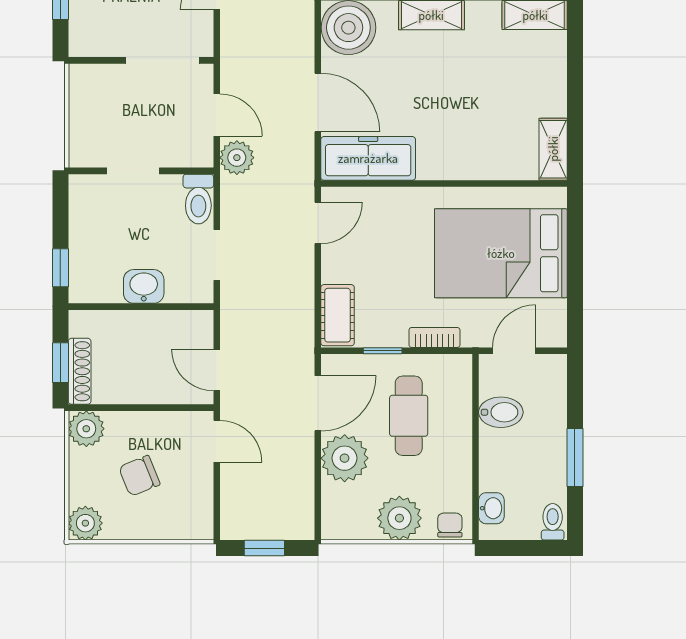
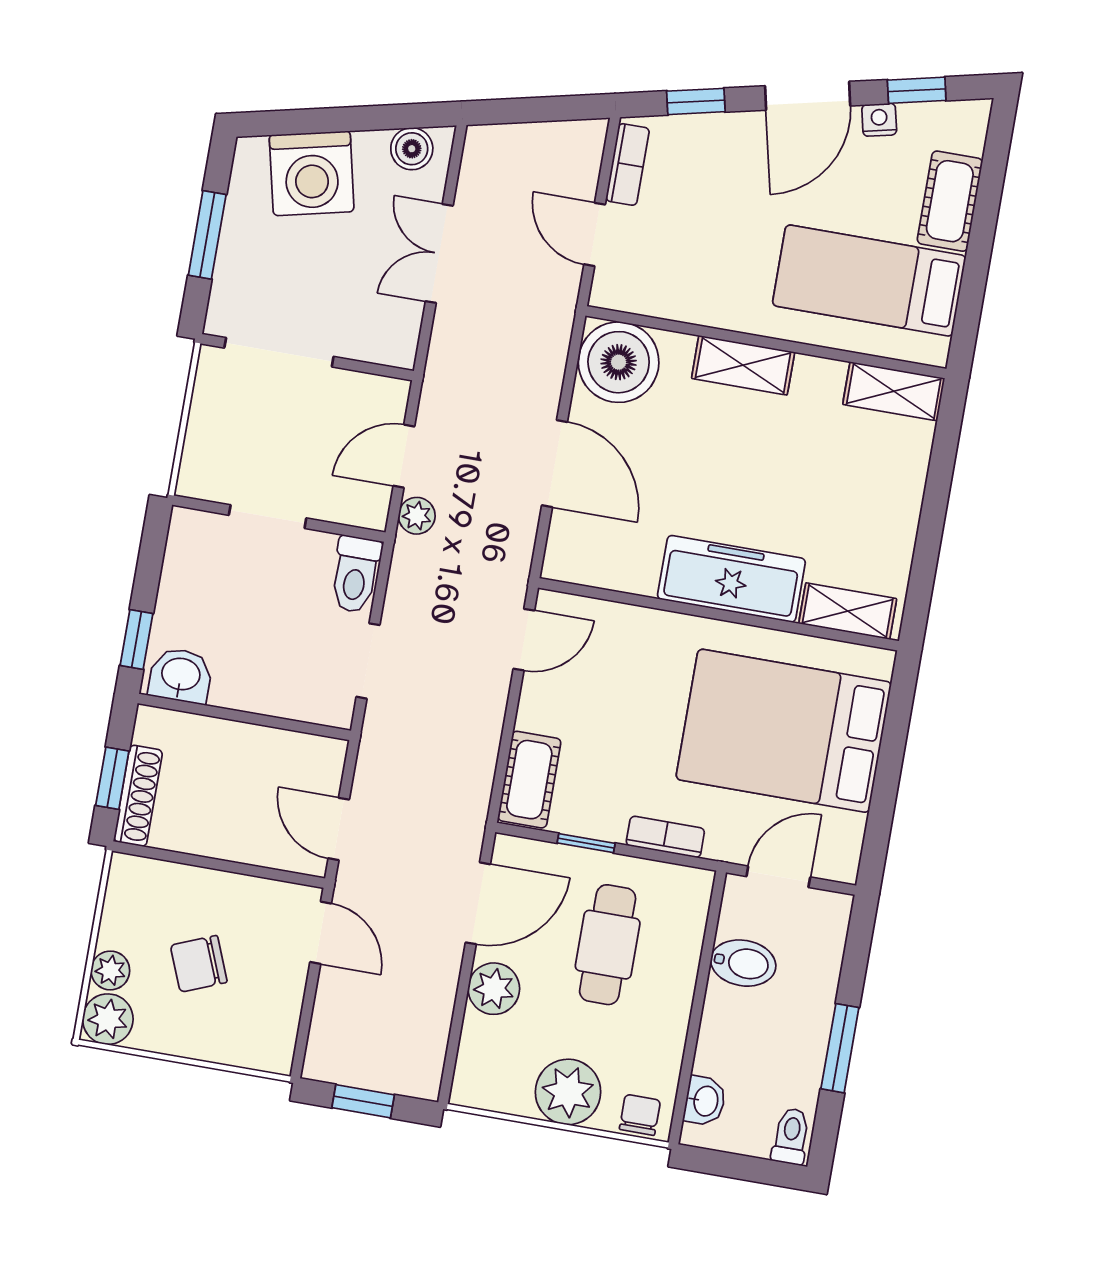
doorway: (163, 60) -> (279, 352), moved
door: (217, 115) -> (404, 456), swing flipped
shelving: (553, 149) -> (848, 611), moved, turned 90
plant: (237, 158) -> (417, 516), width x0.73, depth x0.73
freezer: (368, 158) -> (731, 579), moved
washbasin: (144, 286) -> (181, 675), moved
plant: (86, 429) -> (110, 970), moved, width x0.73, depth x0.73
plant: (345, 458) -> (494, 989), width x0.73, depth x0.73

